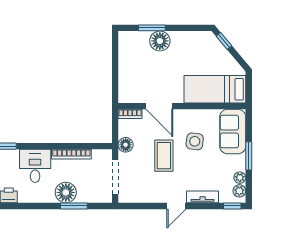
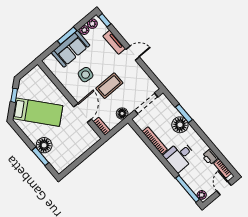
window: (224, 41) -> (14, 95), moved
bed: (215, 89) -> (38, 112), moved, turned -40
sofa: (233, 132) -> (71, 49), moved

